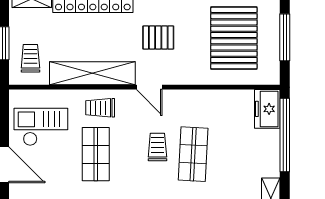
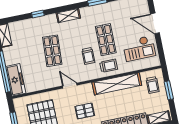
door: (149, 87) -> (70, 86), moved
freezer: (267, 109) -> (16, 80), width x1.40
trolley: (157, 147) -> (88, 56), moved

